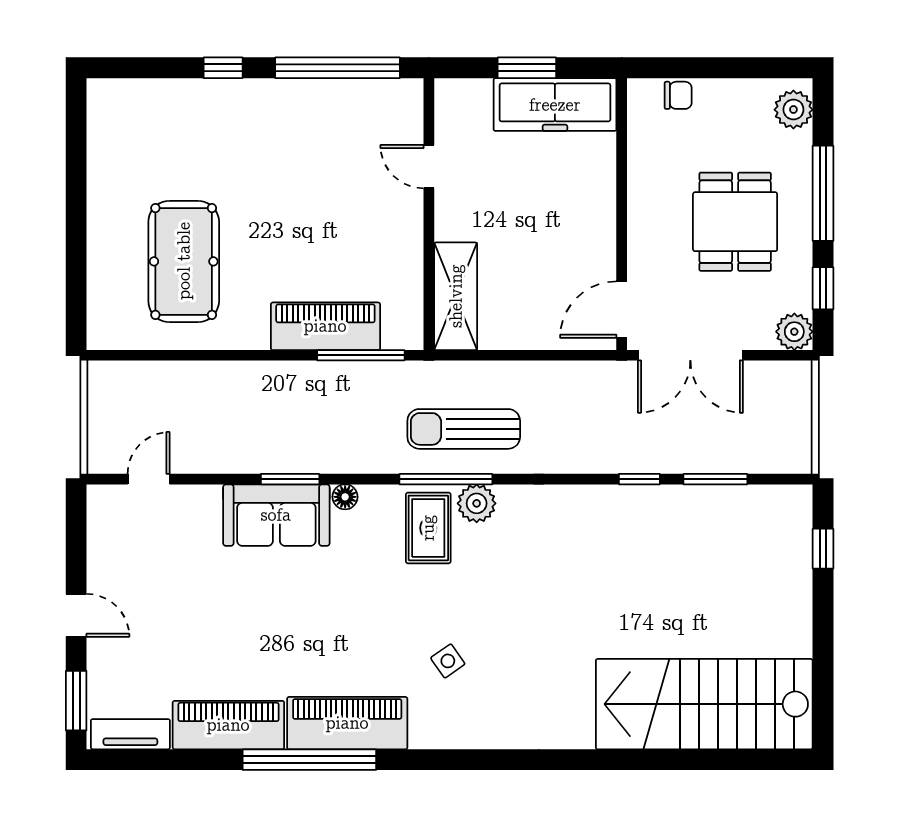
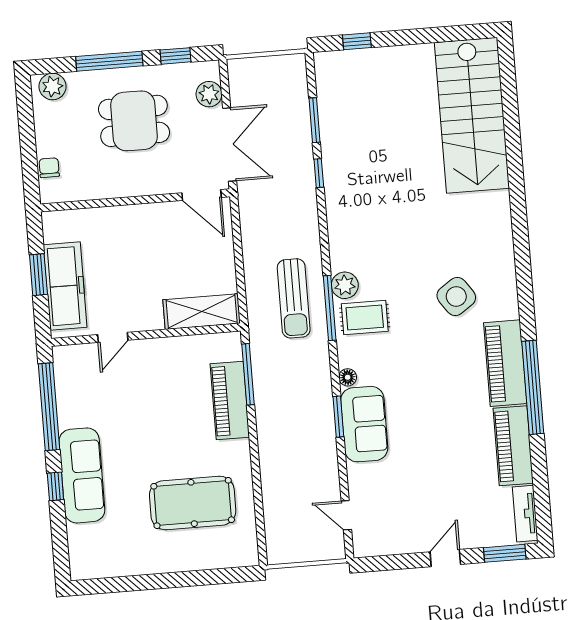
freezer: (555, 105) -> (65, 286), moved
sofa: (236, 107) -> (82, 475), added
plant: (794, 332) -> (209, 94), moved
side table: (448, 661) -> (456, 296), width x1.87, depth x1.87

